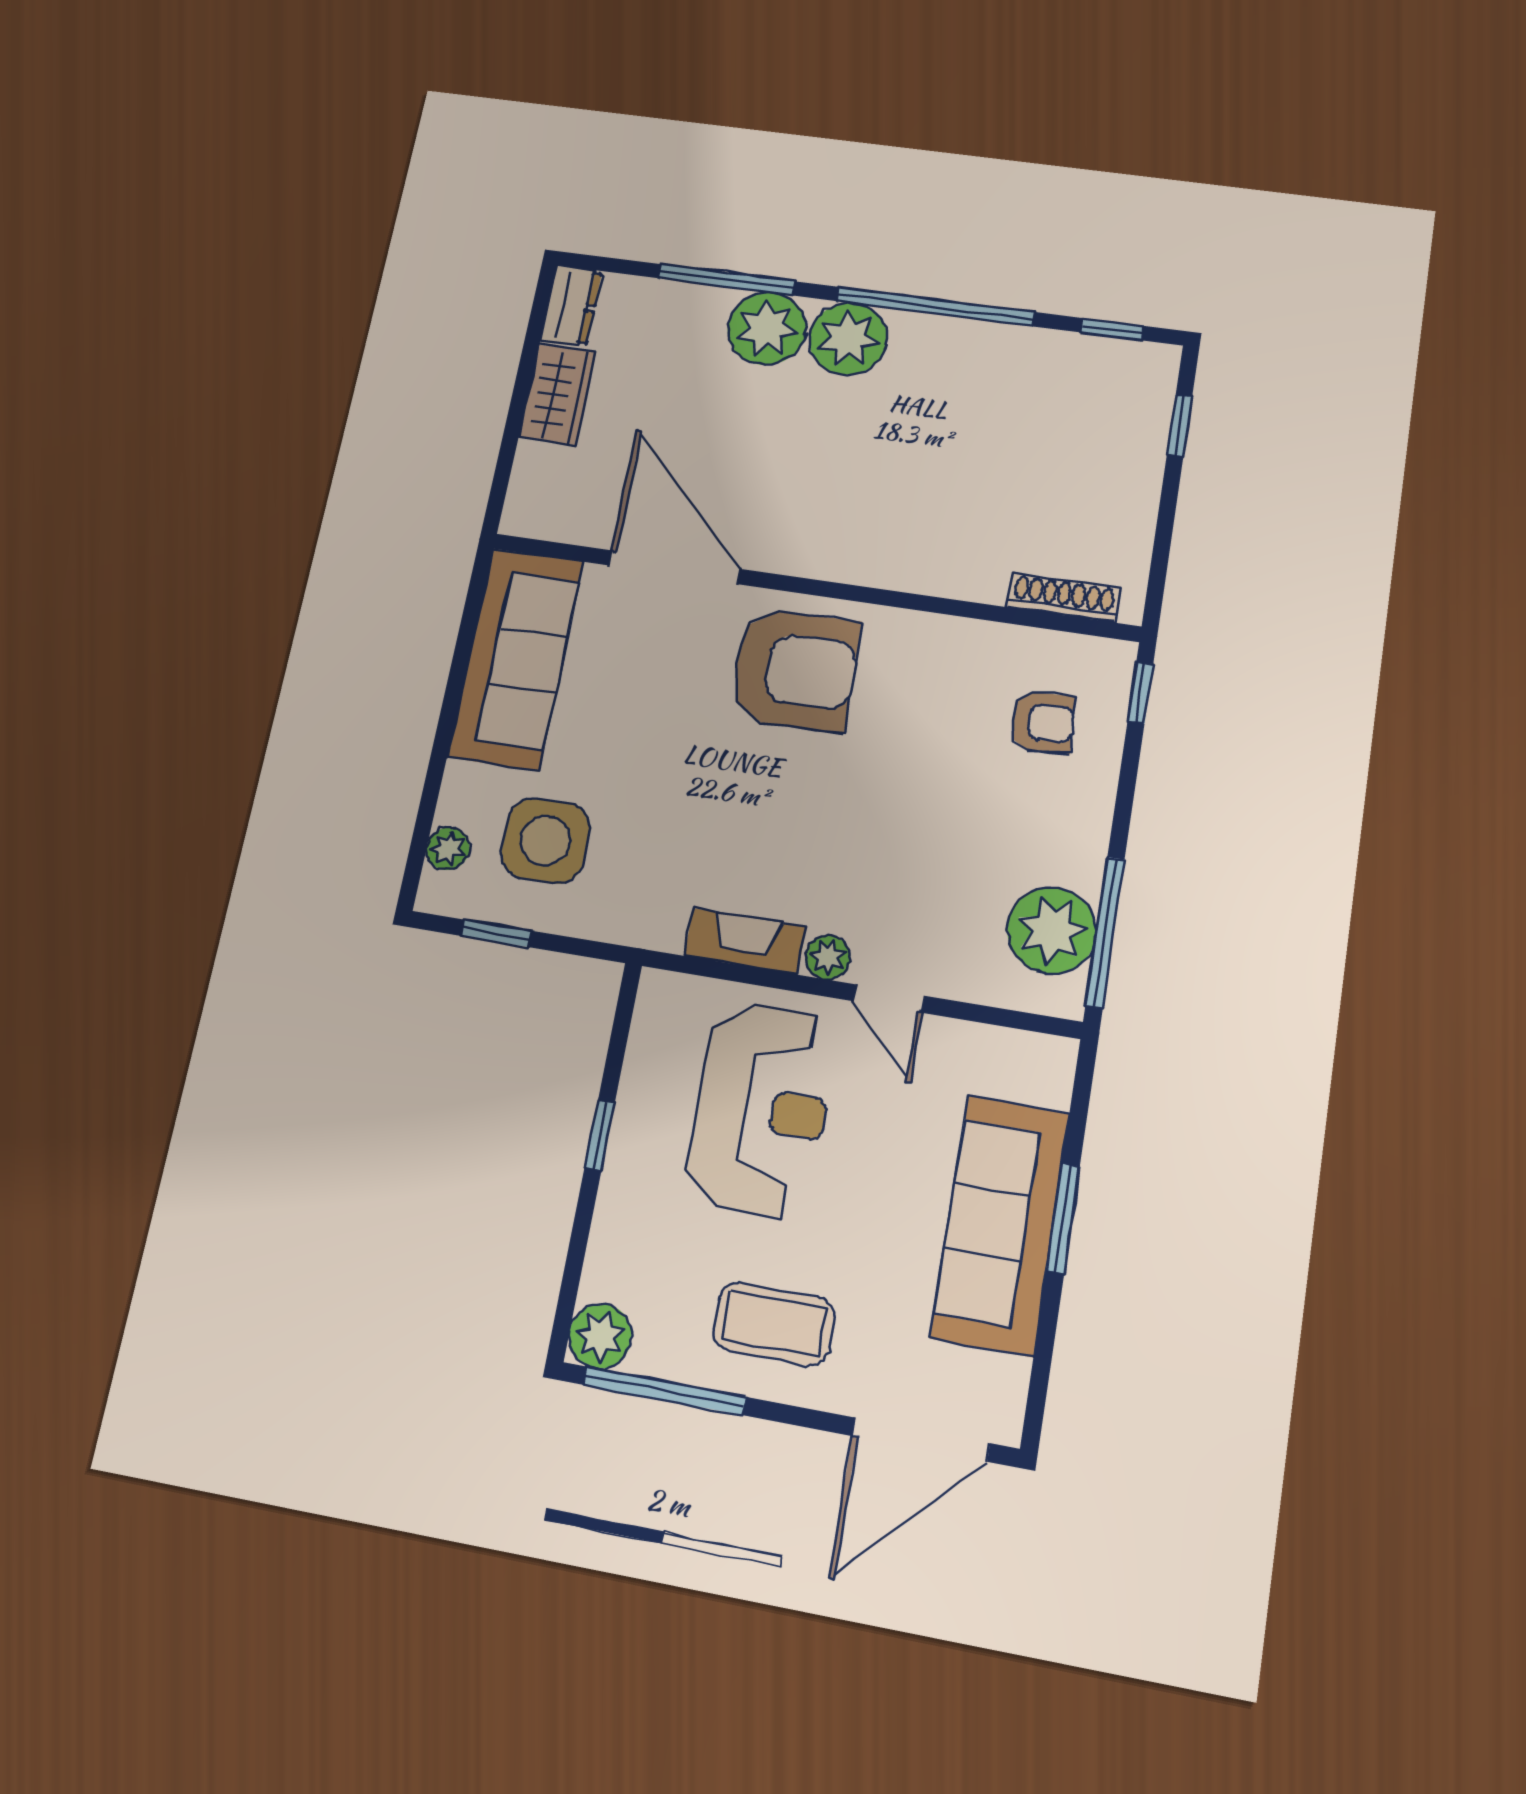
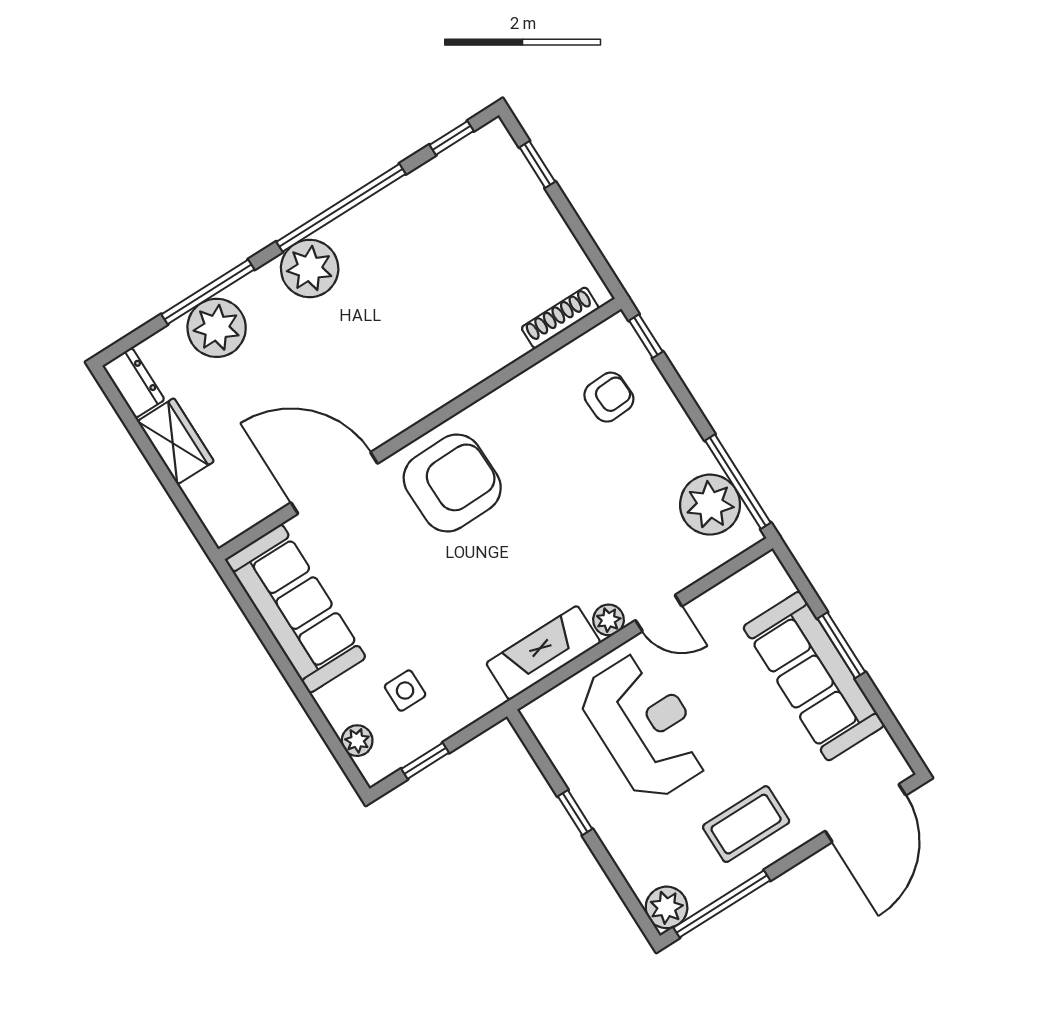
plant: (767, 329) -> (217, 328), moved
side table: (546, 841) -> (405, 691), width x0.54, depth x0.54
fireplace: (745, 941) -> (543, 653), width x1.37, depth x1.32

